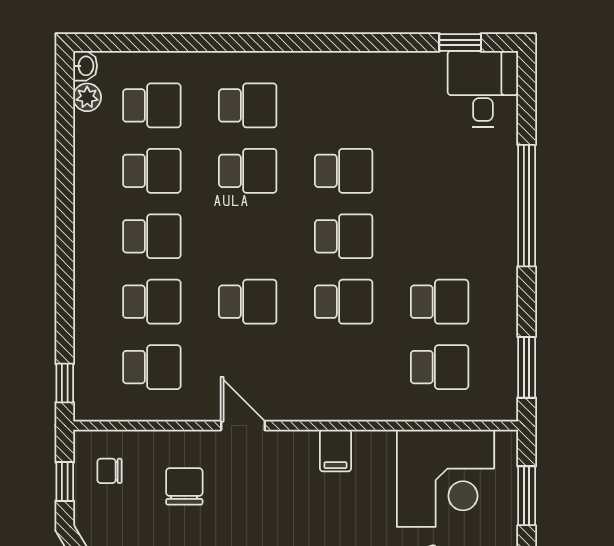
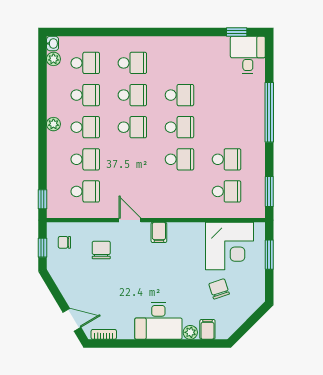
plant: (87, 230) -> (53, 124), added
school desk: (248, 302) -> (132, 127), moved
filing cabinet: (335, 451) -> (159, 232), moved

